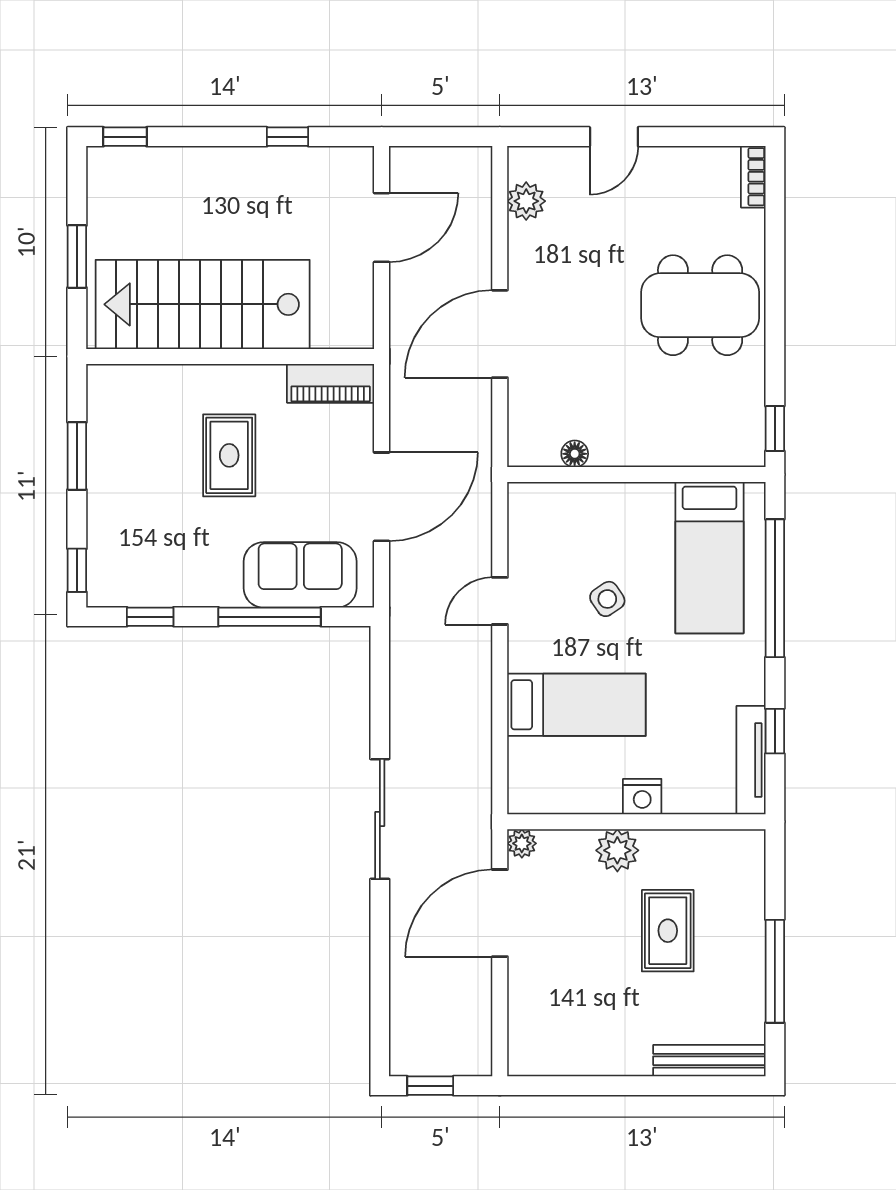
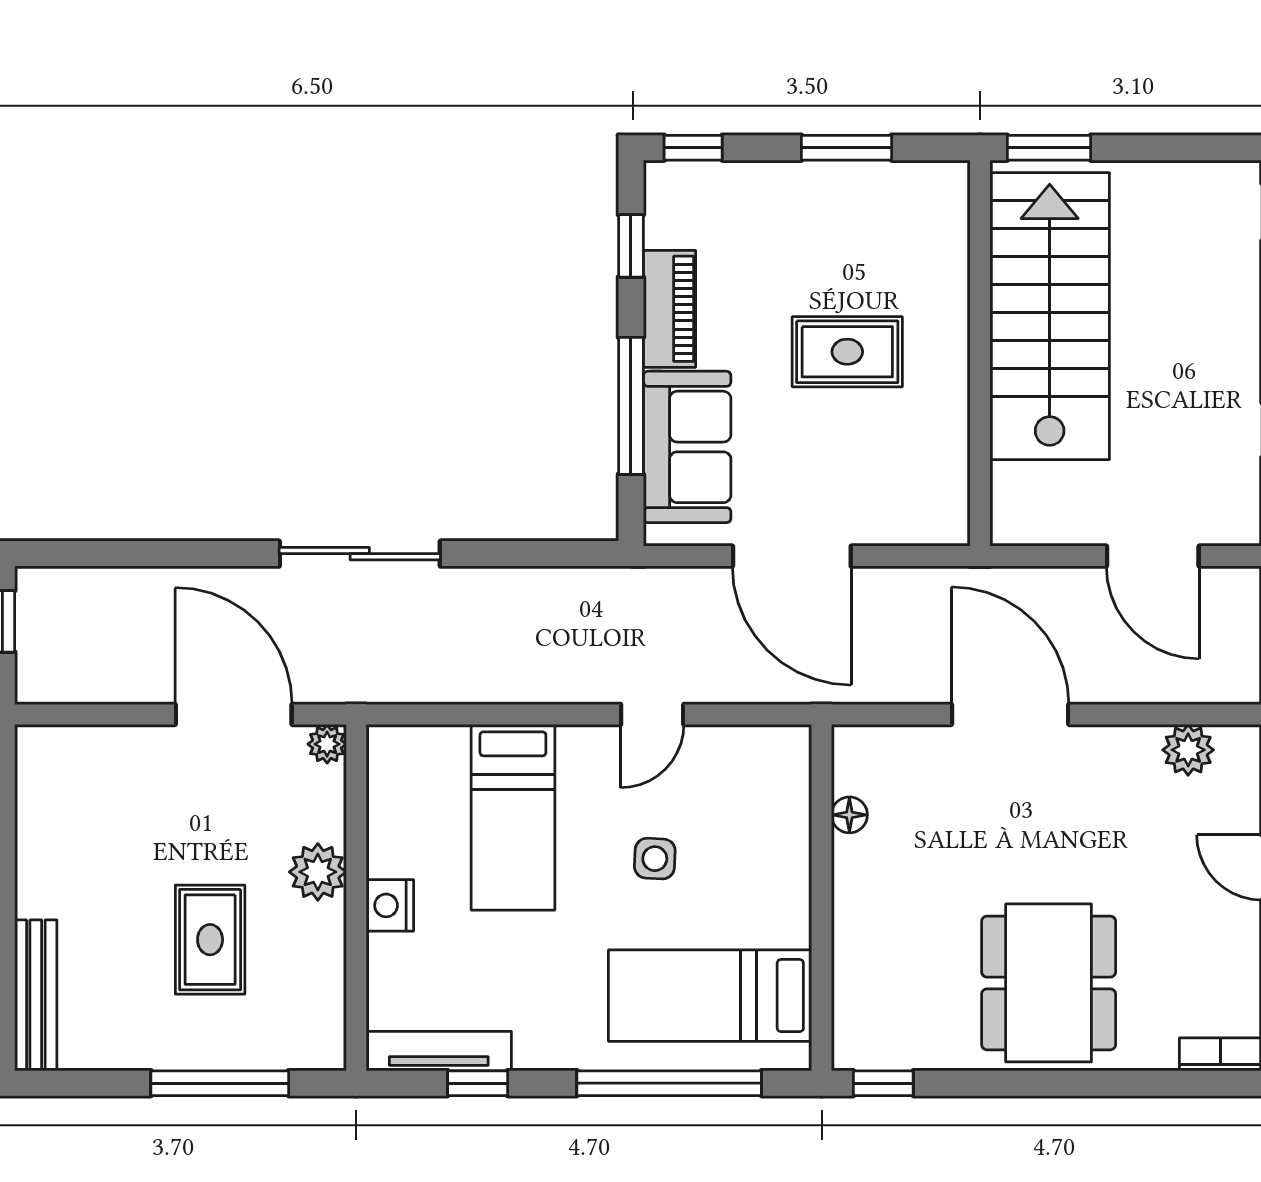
window: (77, 256) -> (1049, 148), moved
piano: (331, 383) -> (669, 309), moved, turned 180
side table: (607, 599) -> (655, 859), turned 37
door: (500, 601) -> (652, 714), swing flipped
rug: (668, 931) -> (210, 940), turned 90
window: (775, 971) -> (220, 1083), moved

